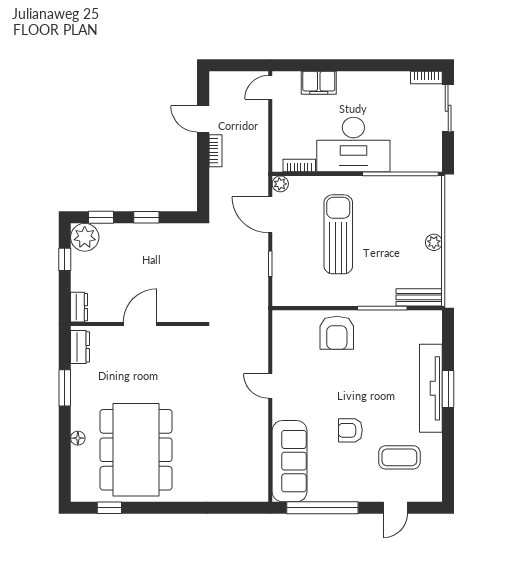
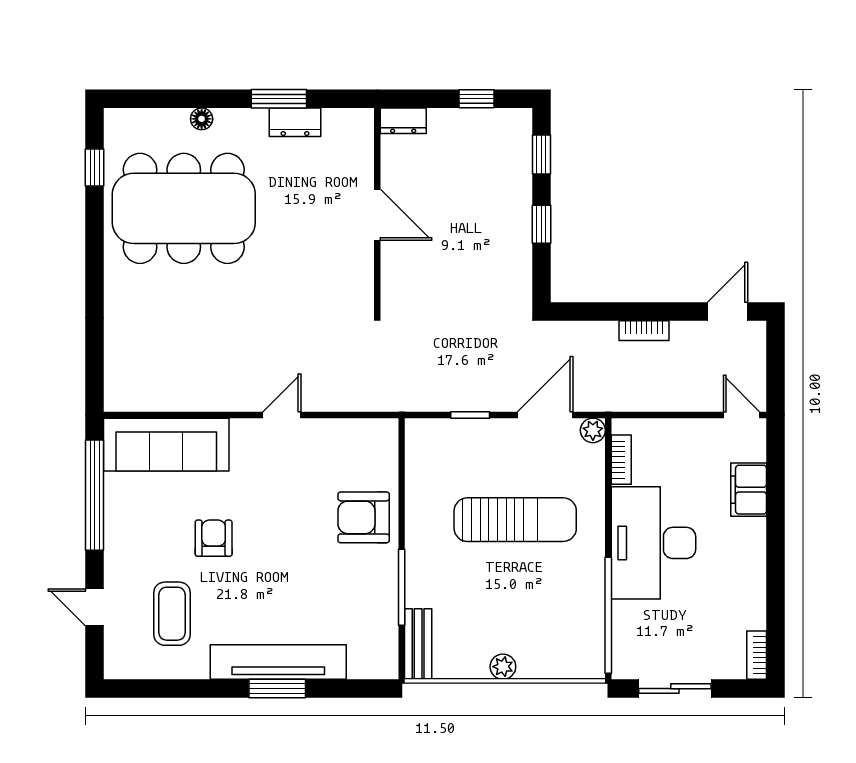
sliding door: (448, 108) -> (675, 689), moved
door: (203, 119) -> (727, 312), moved
plant: (85, 237) -> (511, 130), removed
dresser: (80, 347) -> (295, 122), moved

